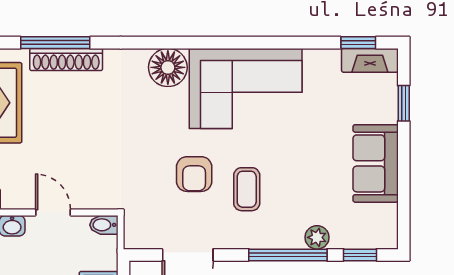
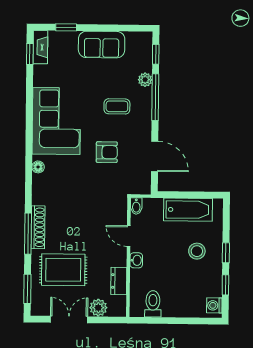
floor lamp: (168, 67) -> (38, 167), width x0.53, depth x0.53
coffee table: (247, 189) -> (117, 106), moved
door: (53, 212) -> (129, 236), hinge flipped

